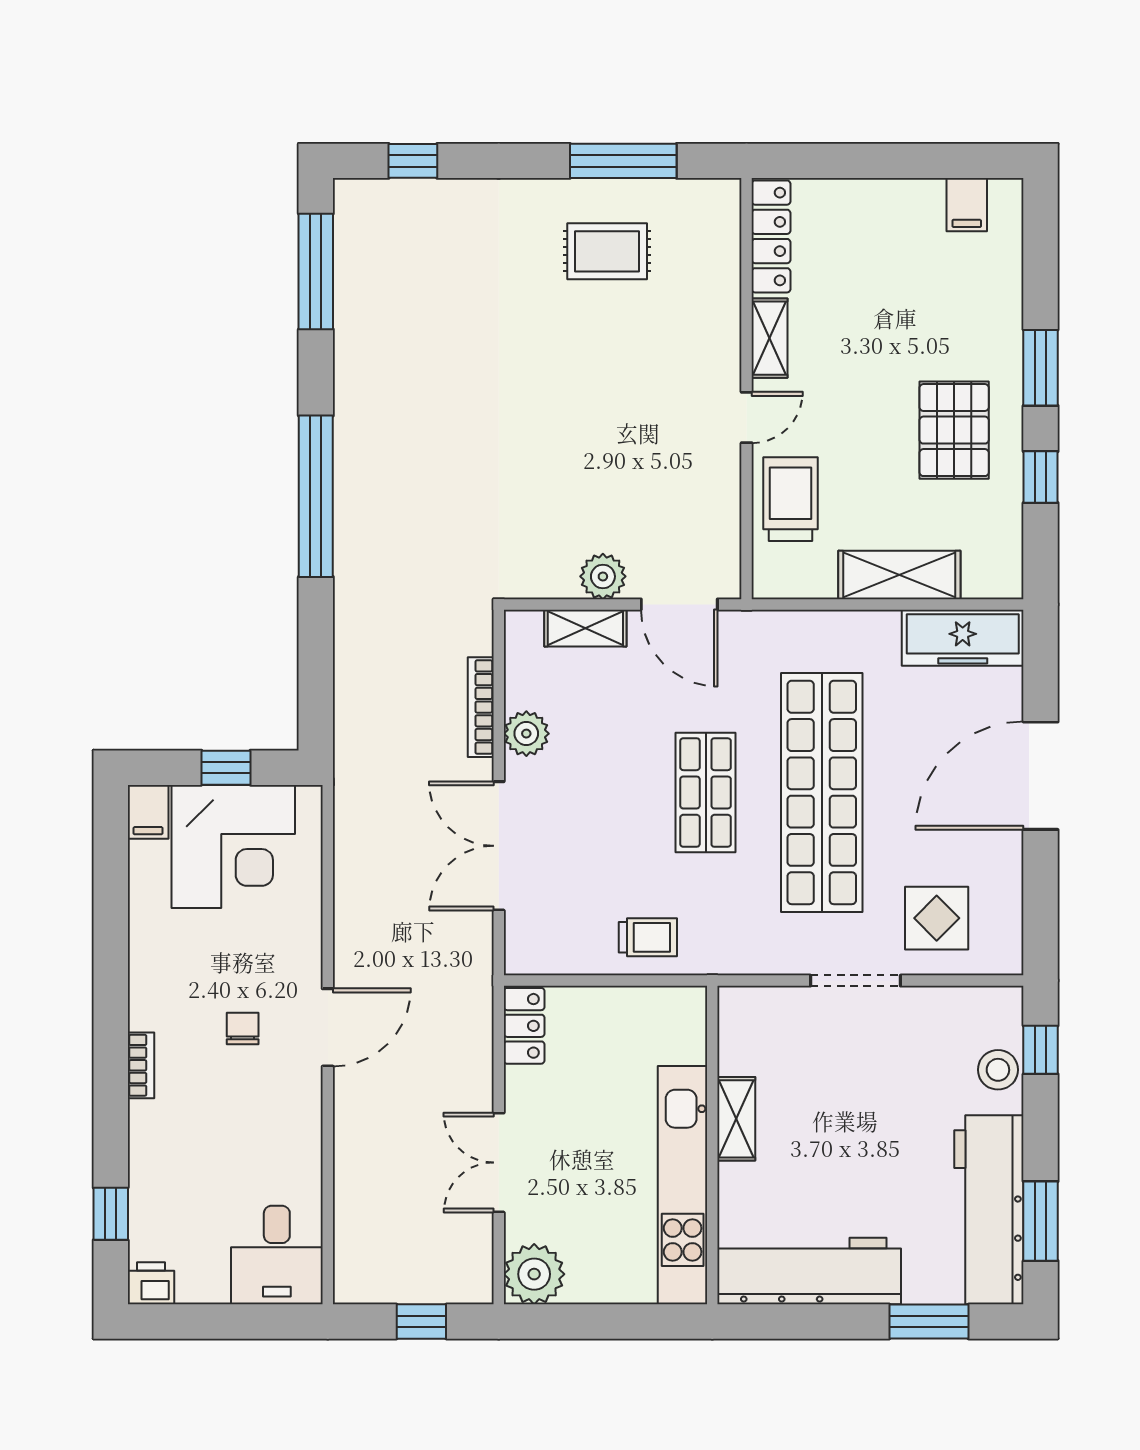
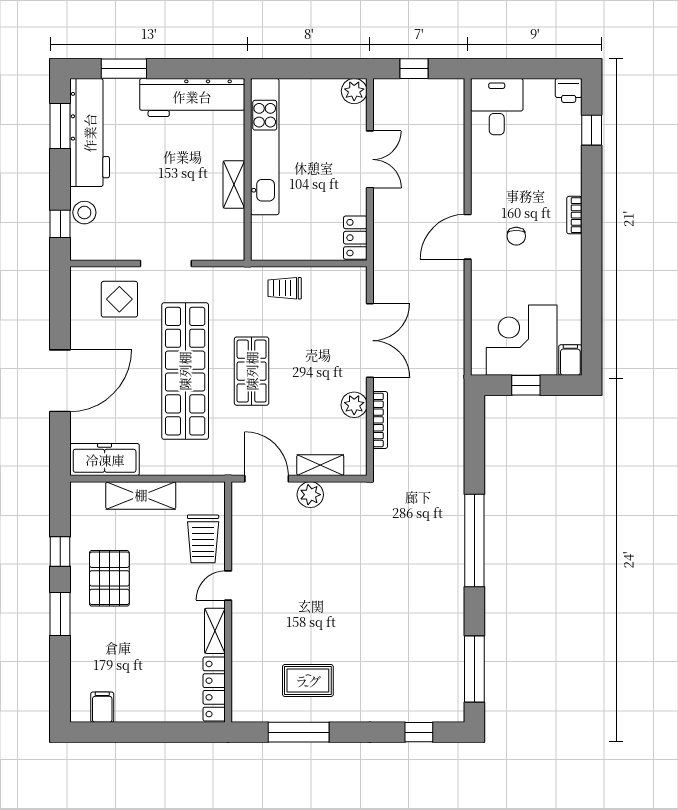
plant: (534, 1274) -> (354, 91), width x0.73, depth x0.73

